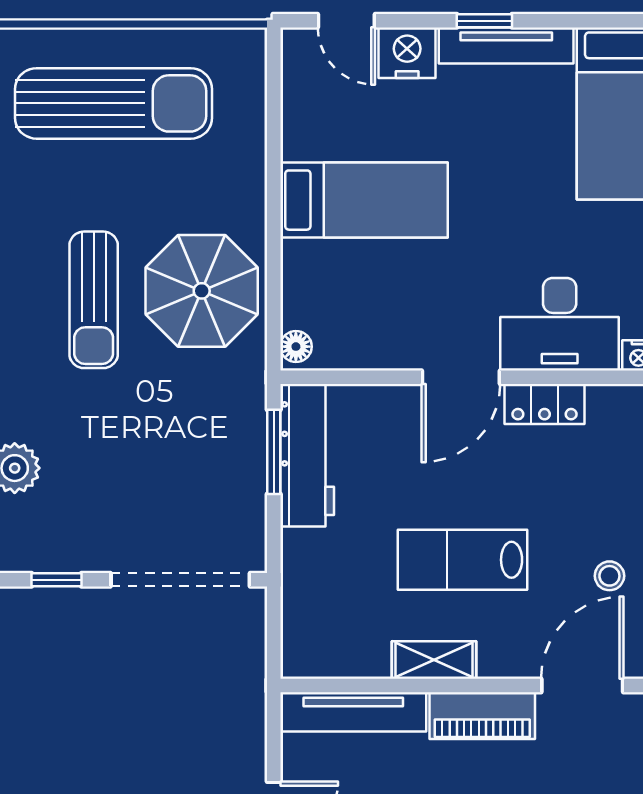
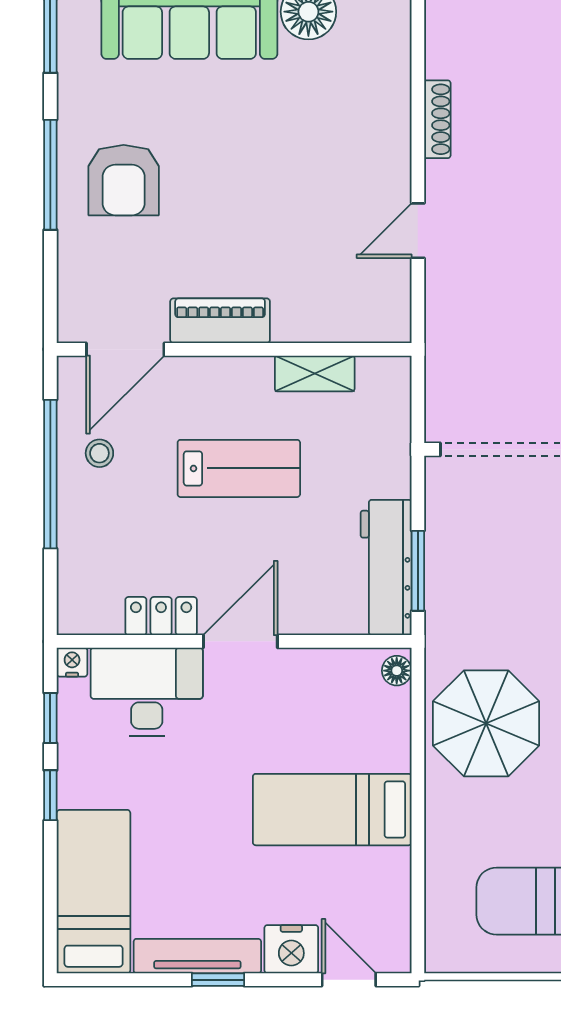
shelving: (434, 660) -> (315, 373), moved
tv unit: (353, 712) -> (342, 324), removed

